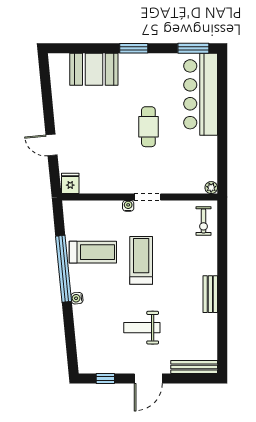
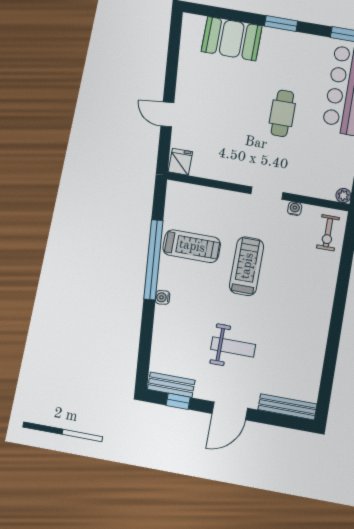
water cooler: (128, 206) -> (295, 209), moved
bench: (210, 294) -> (171, 385), moved, turned 90
weight bench: (142, 328) -> (233, 347), turned 180

